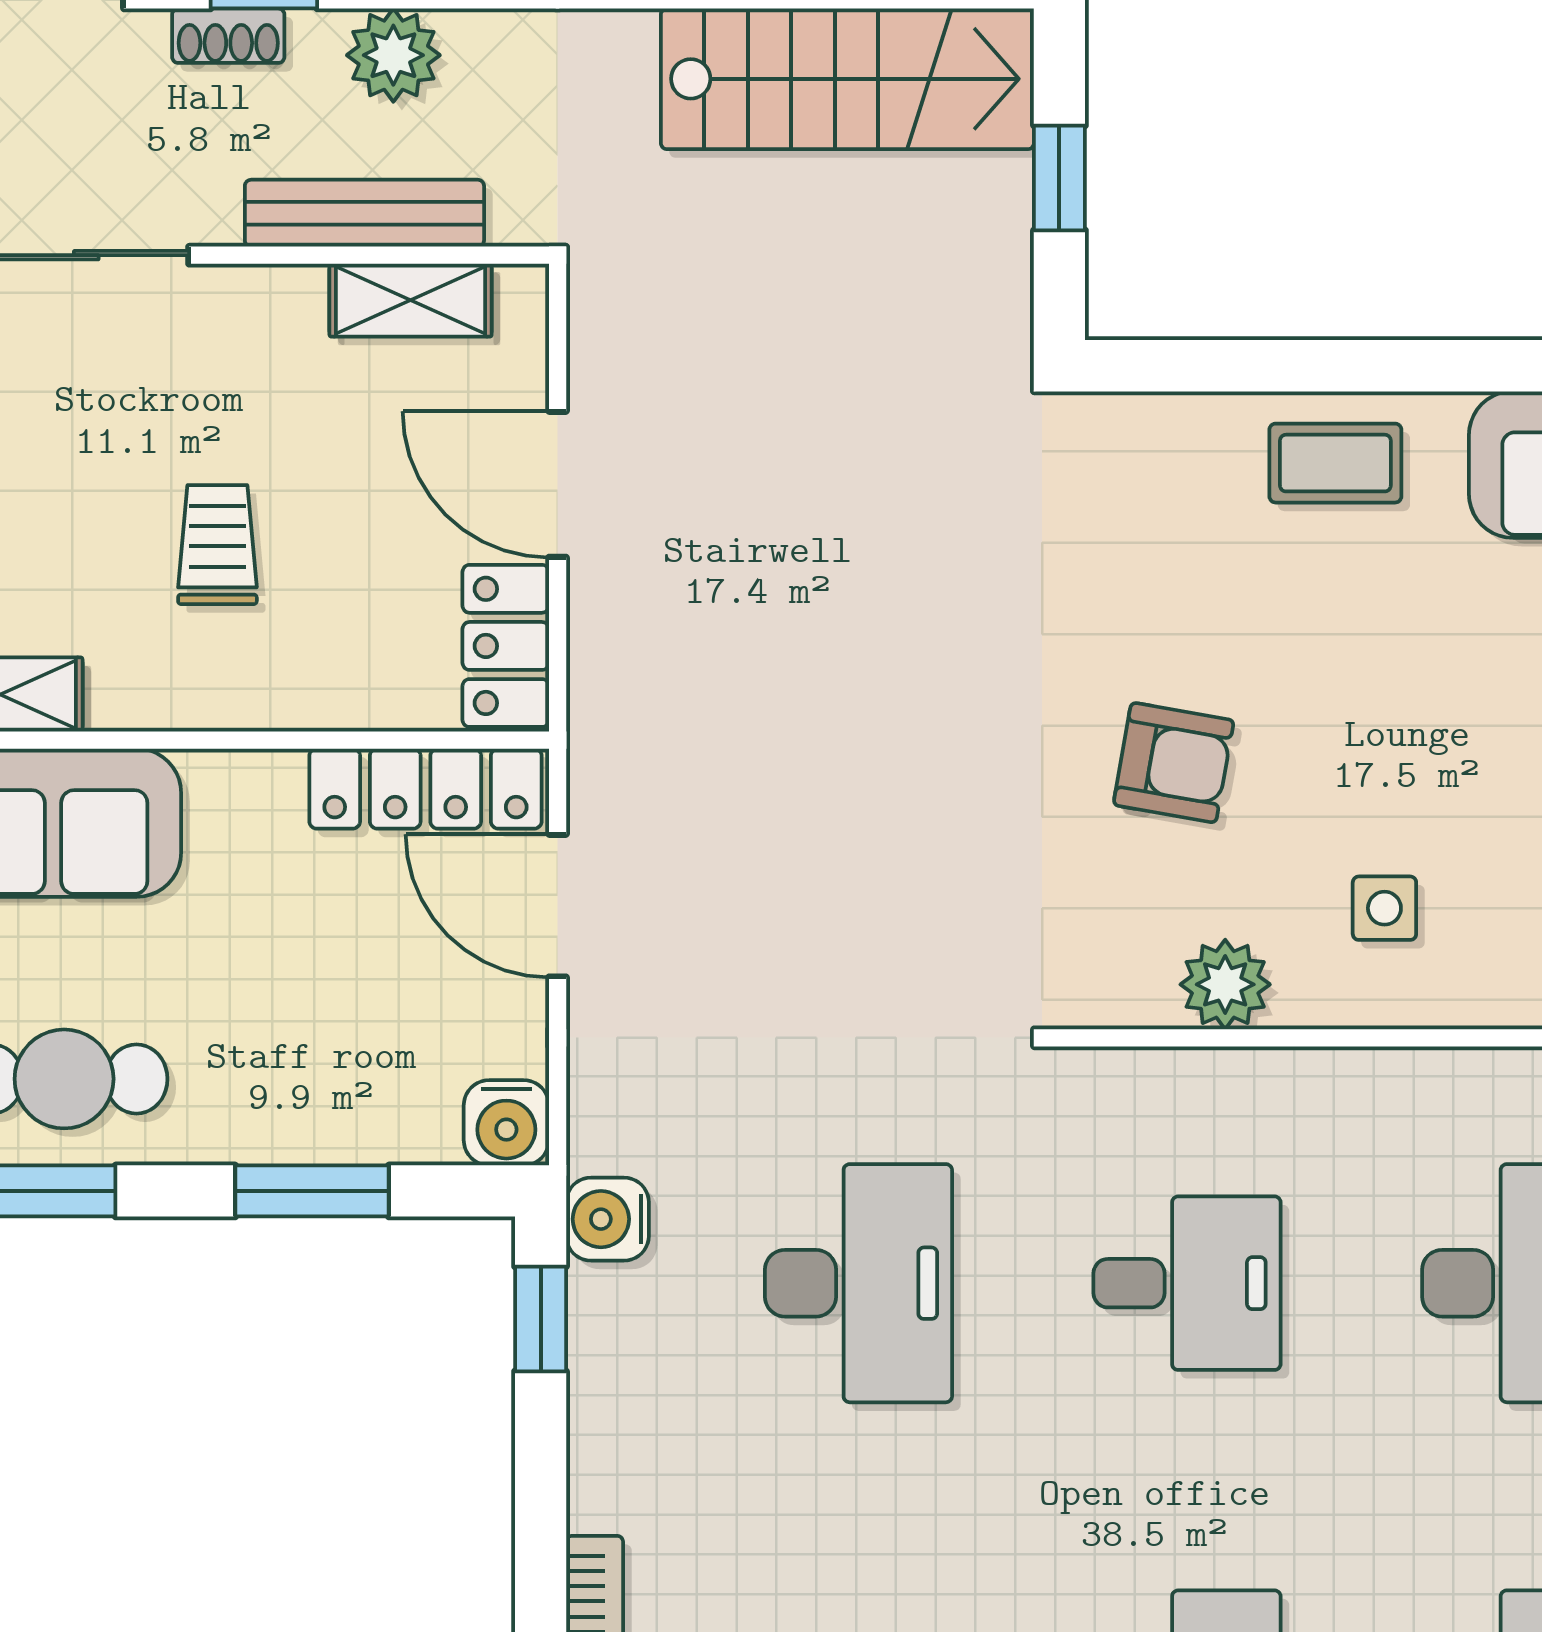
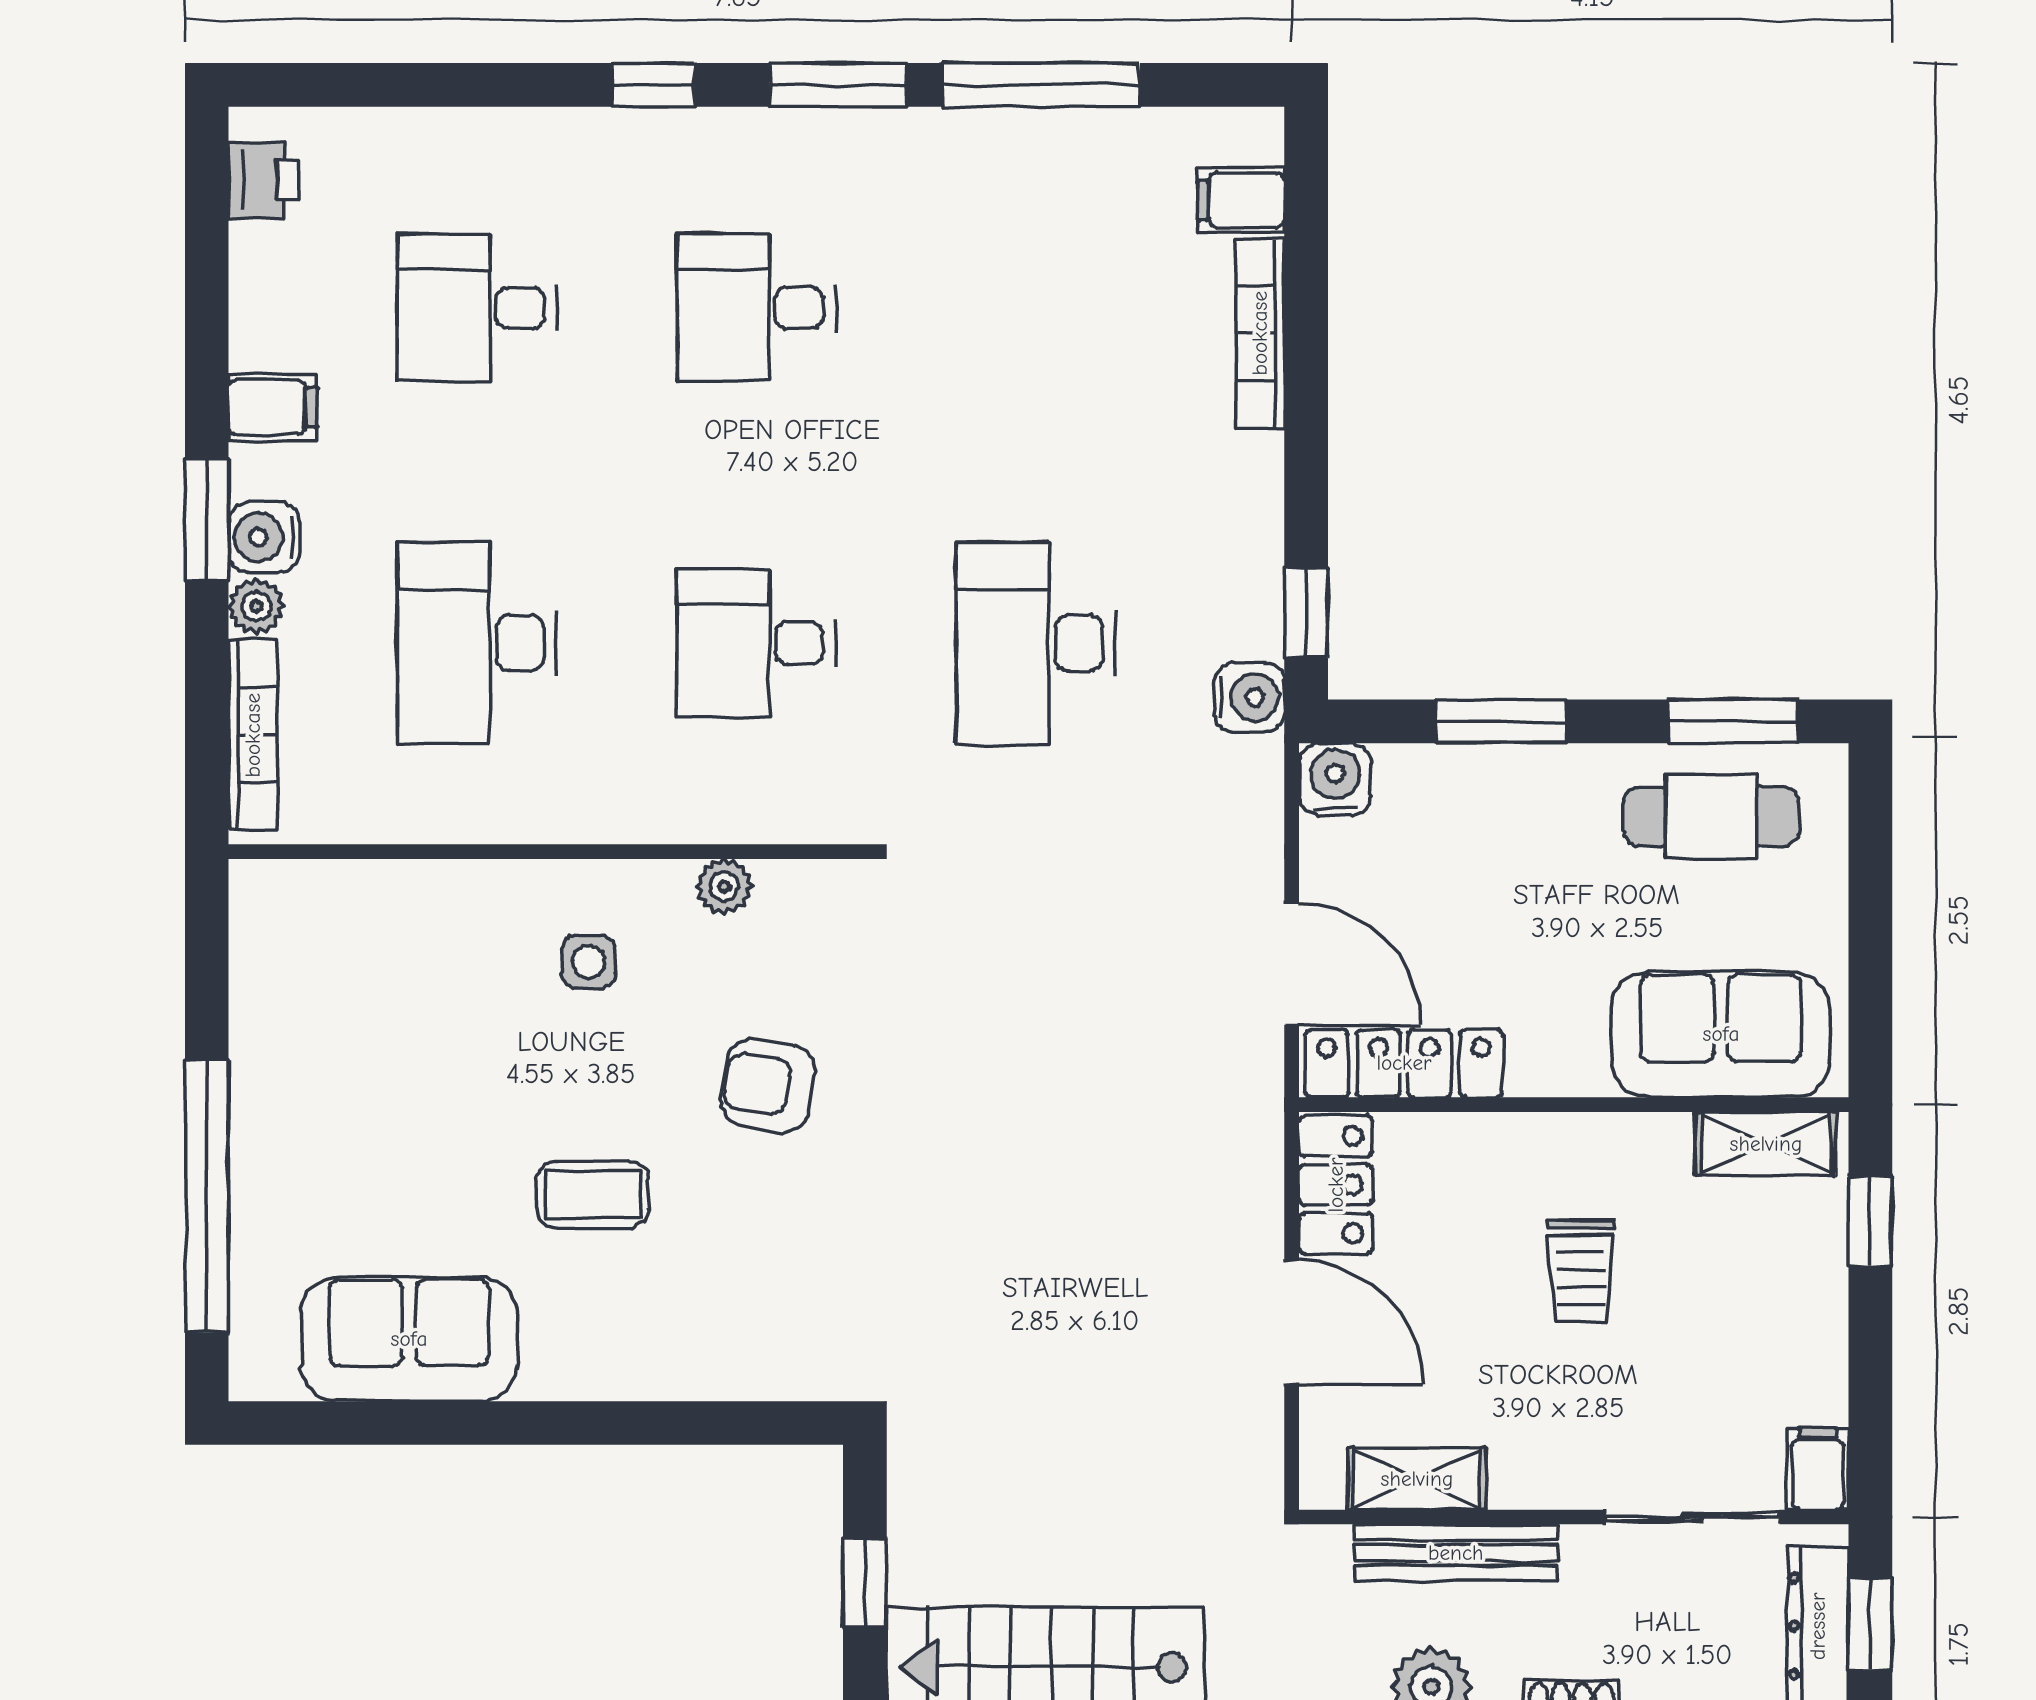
coffee table: (1335, 463) -> (593, 1195), moved
plant: (1225, 984) -> (724, 887), width x0.73, depth x0.73

